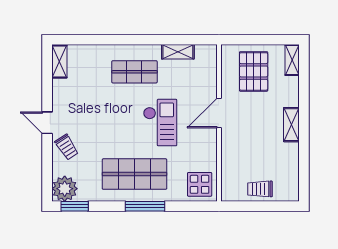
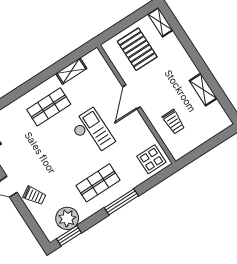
shelving: (291, 125) -> (203, 90), moved
shop shelf: (134, 174) -> (98, 183), width x0.70, depth x0.74
plant: (65, 189) -> (67, 218), moved
trolley: (260, 189) -> (174, 122), moved, turned -90

